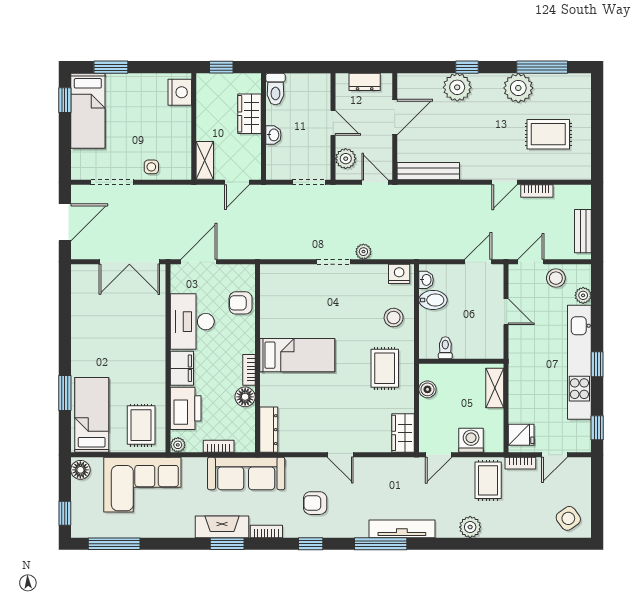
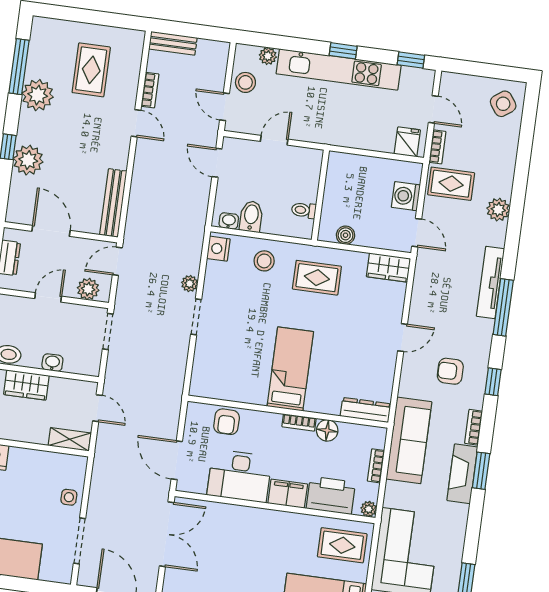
bench: (583, 231) -> (173, 43), moved
shelving: (495, 388) -> (354, 163), removed
armchair: (315, 503) -> (450, 371), turned 90

